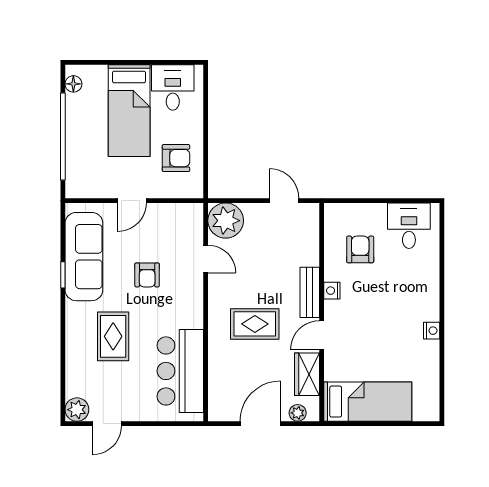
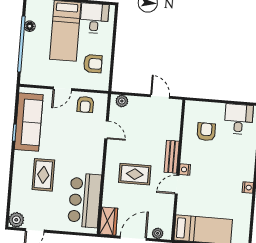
floor lamp: (73, 84) -> (30, 26), moved
plant: (226, 221) -> (122, 101), width x0.53, depth x0.53
armchair: (147, 275) -> (85, 104), moved
nightstand: (332, 291) -> (185, 170), moved
wardrobe: (307, 374) -> (109, 221), moved, turned 180

